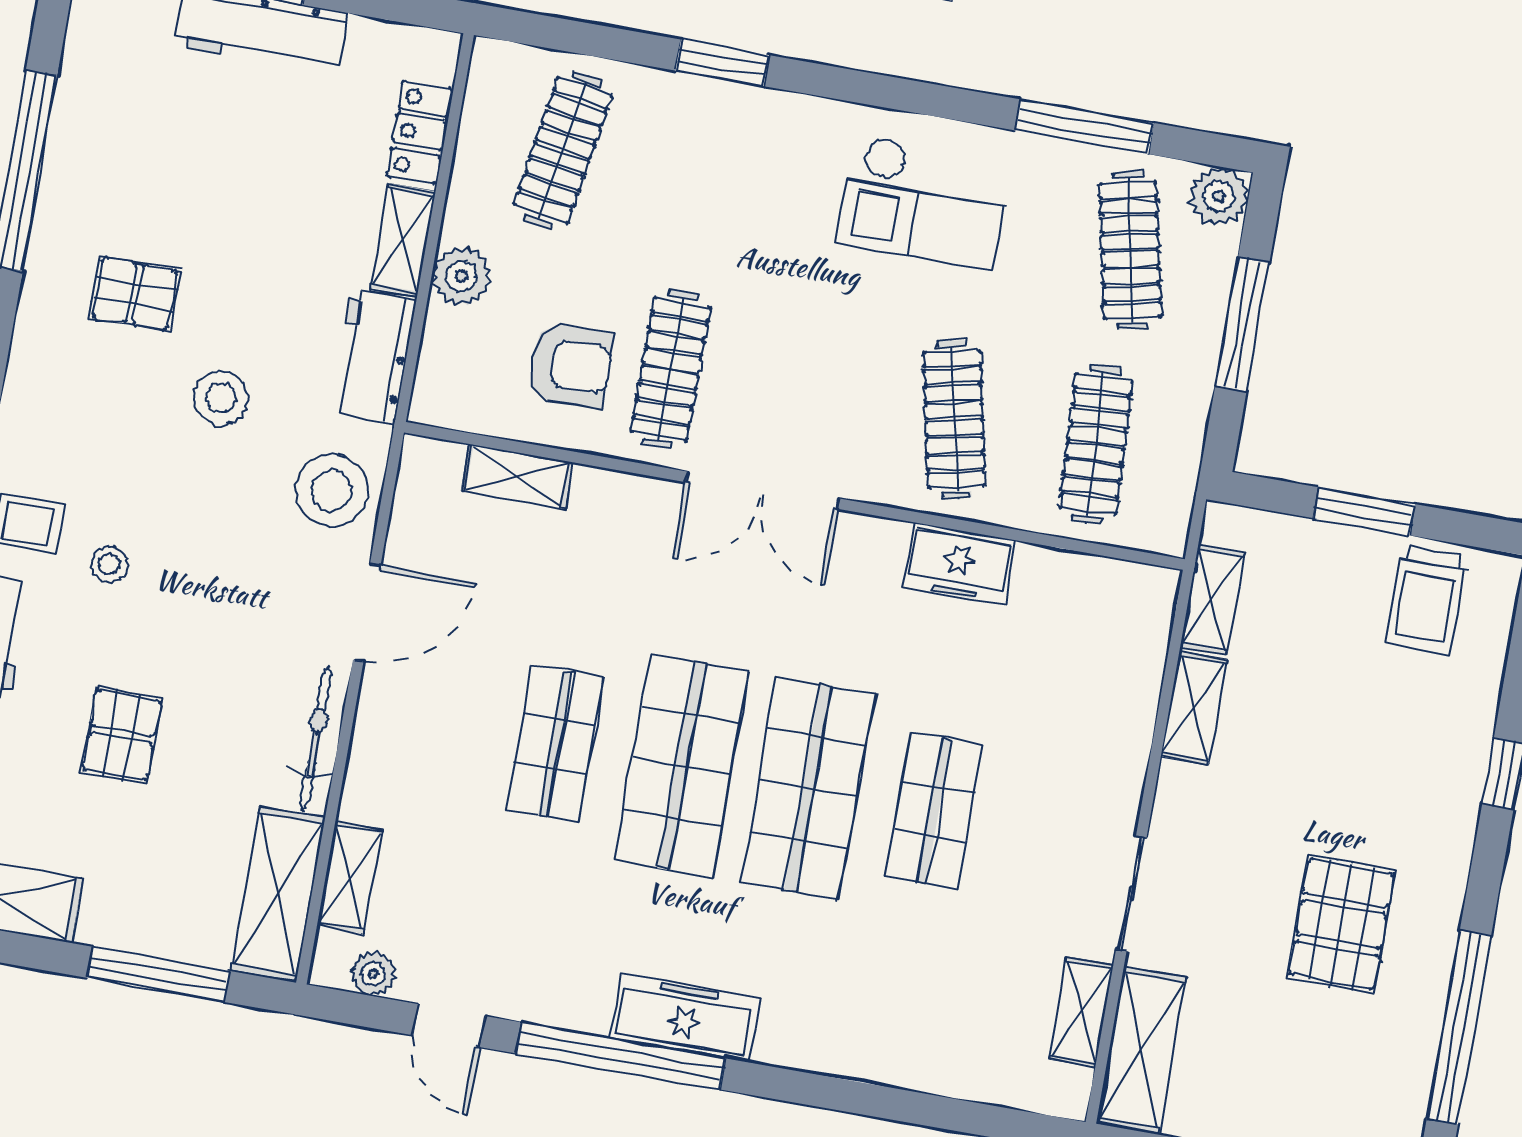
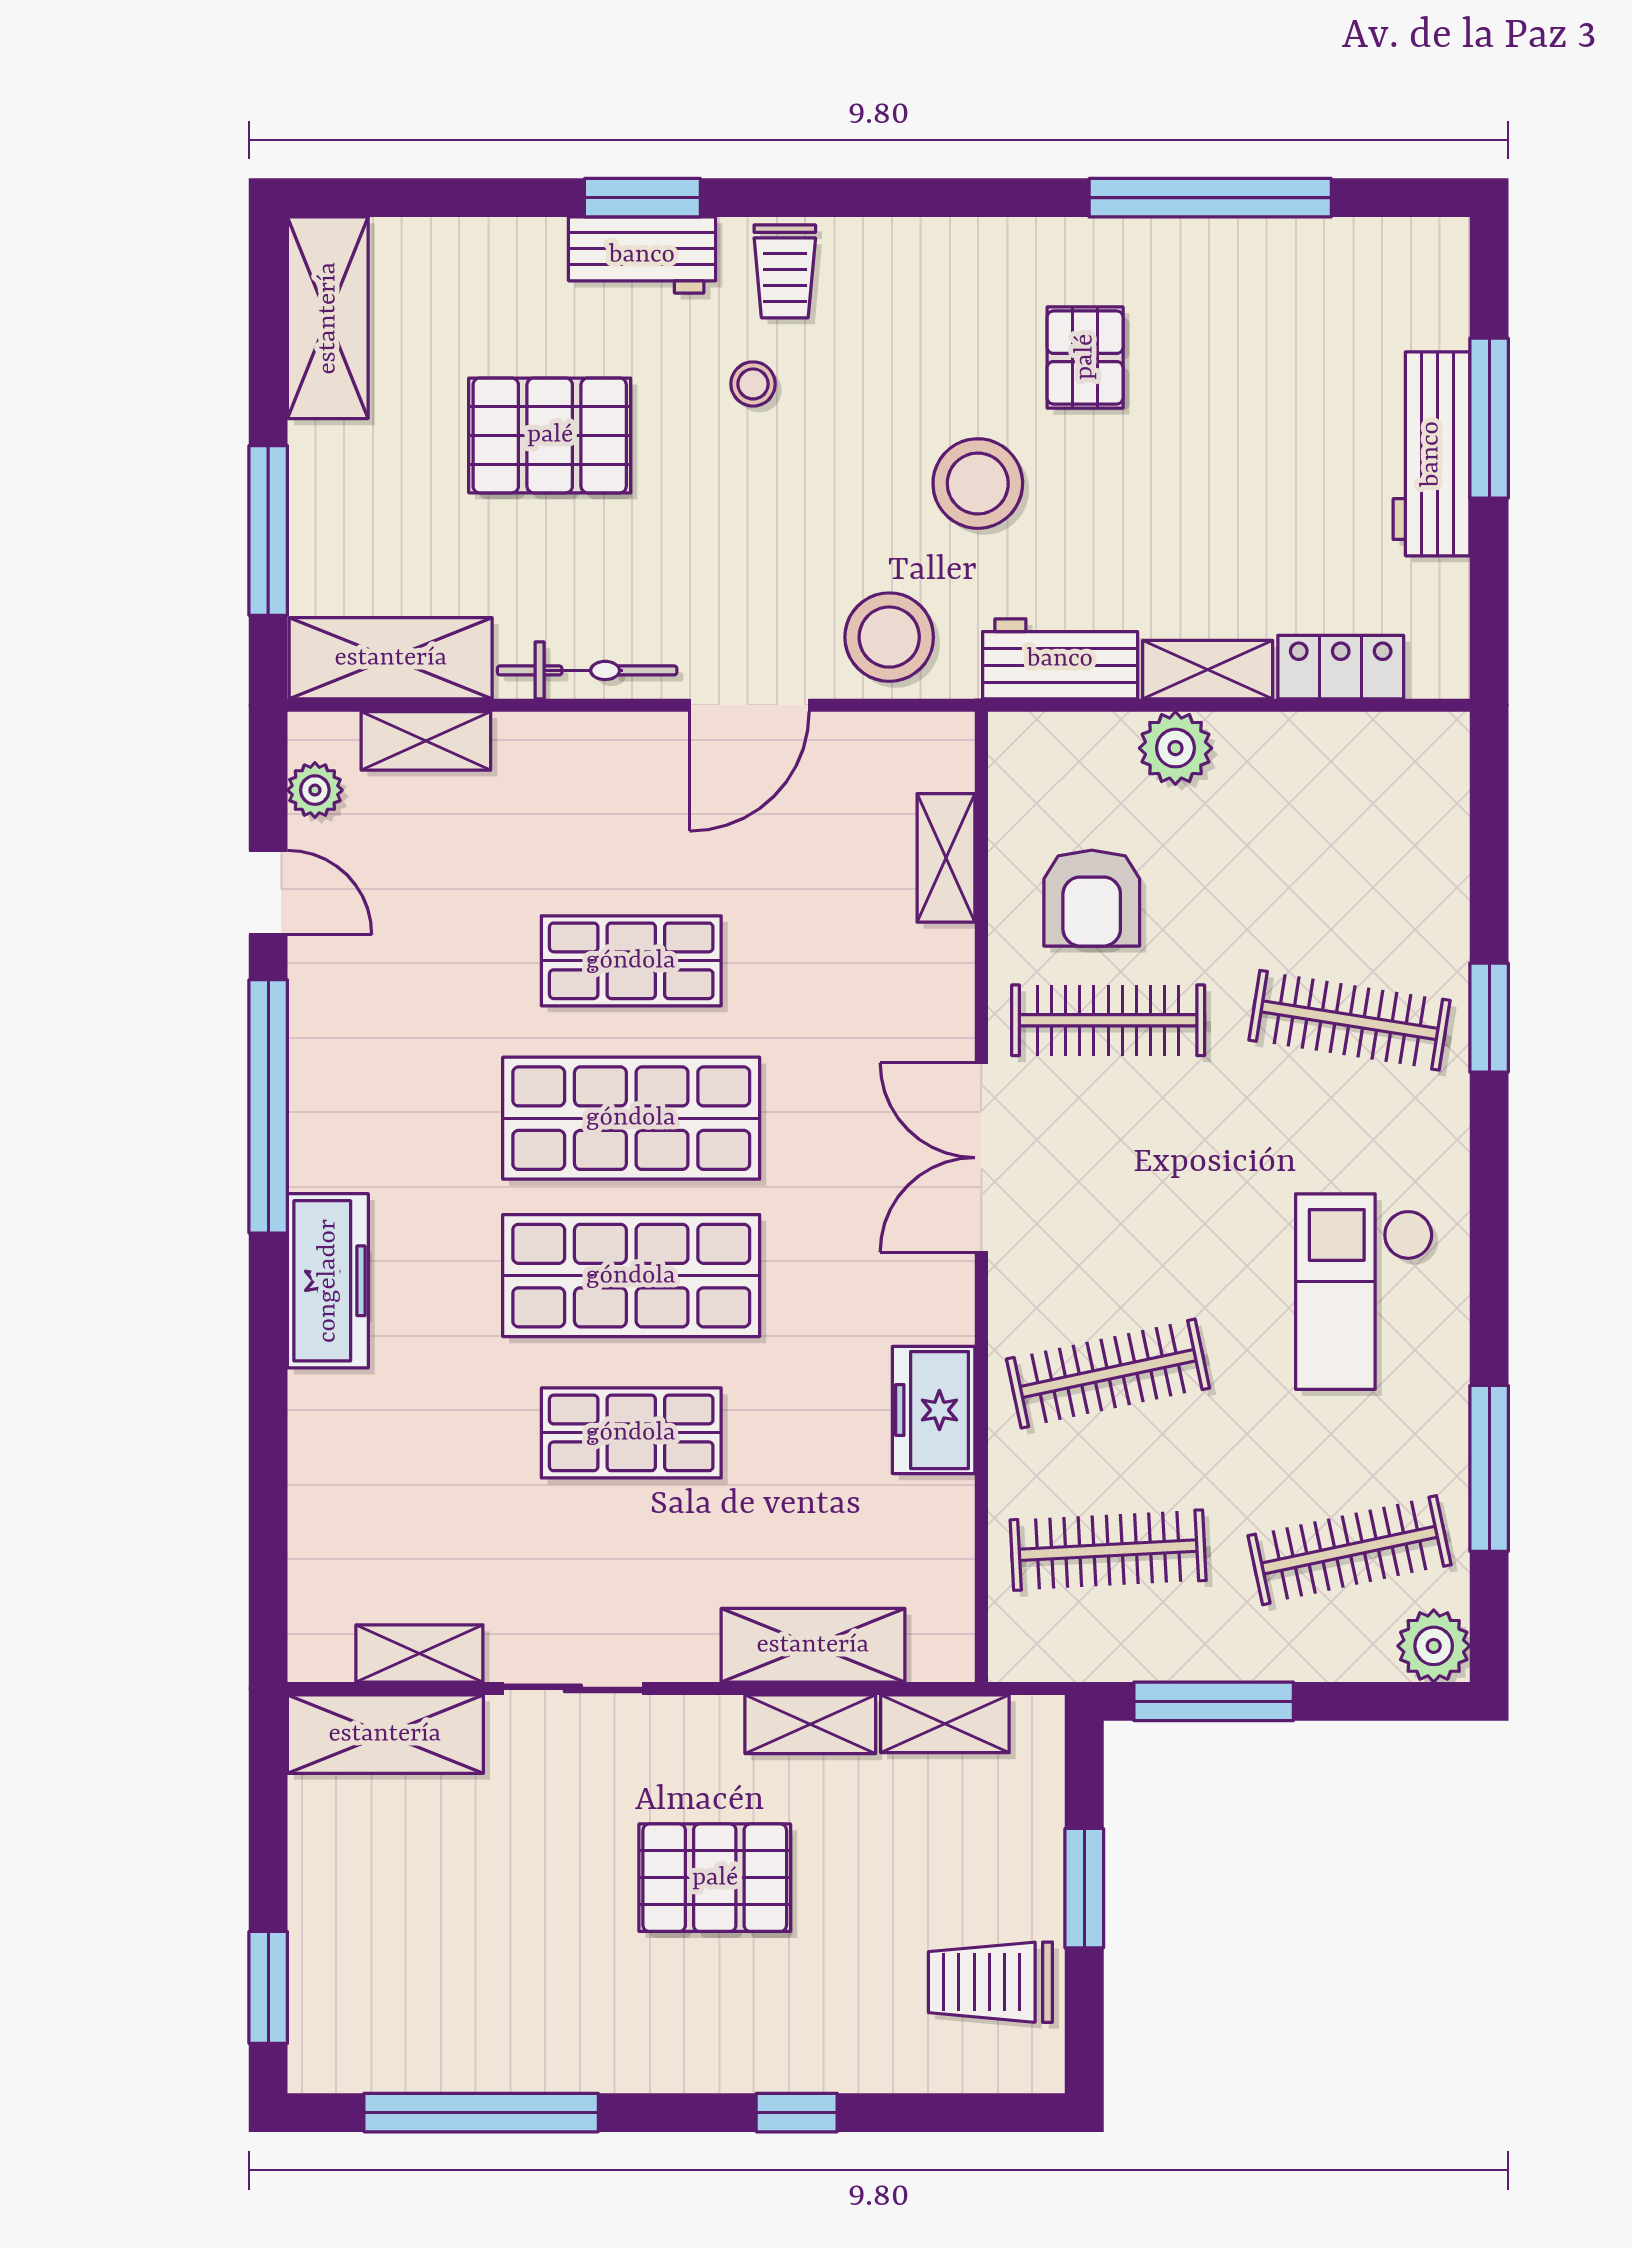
clothes rail: (563, 150) -> (1350, 1020), moved
window: (1242, 325) -> (1214, 1701), moved
stool: (221, 398) -> (978, 484), width x1.38, depth x1.38
door: (367, 613) -> (749, 705), hinge flipped
shelving: (1131, 695) -> (813, 1645), added
pallet: (122, 735) -> (550, 435), width x1.50, depth x1.42
pallet: (1341, 924) -> (715, 1878), moved
freezer: (684, 1018) -> (328, 1281), moved
door: (449, 1026) -> (268, 892), swing flipped

